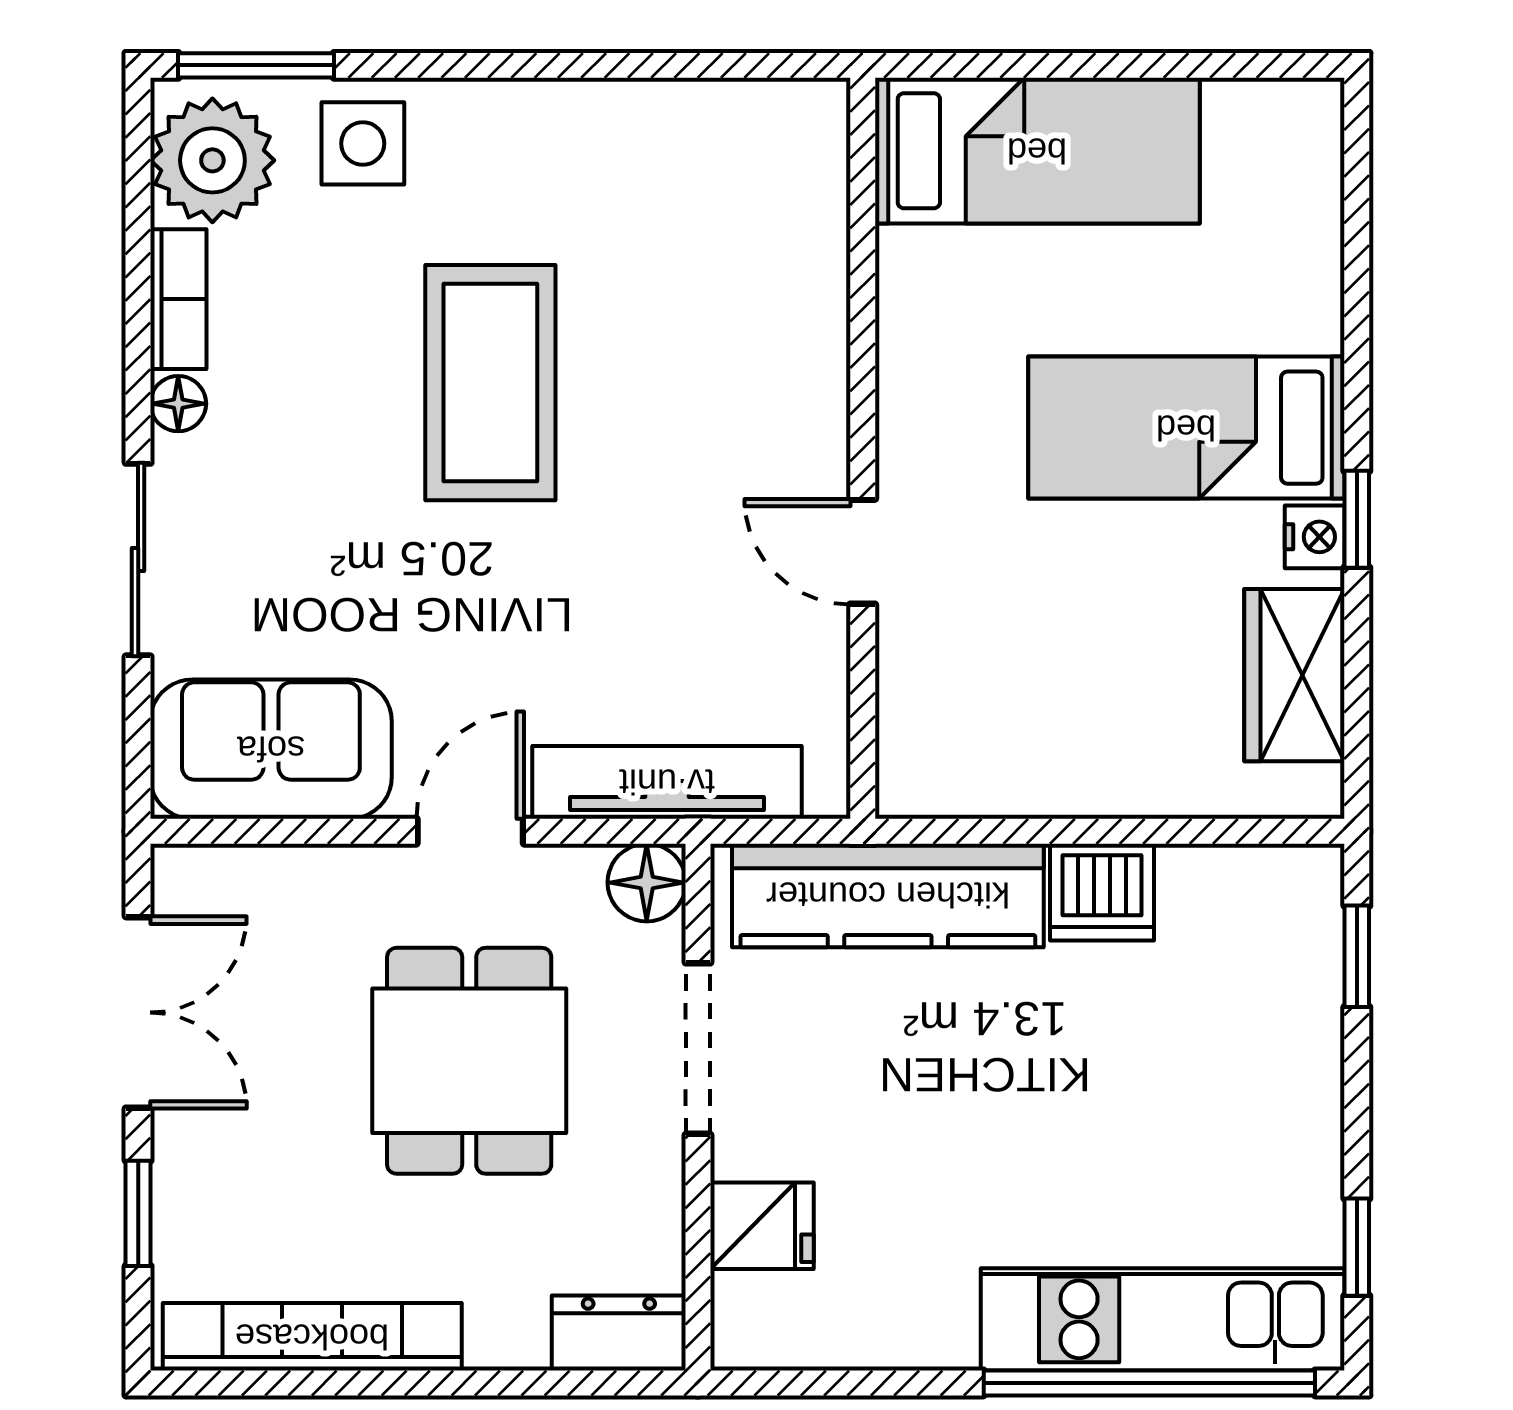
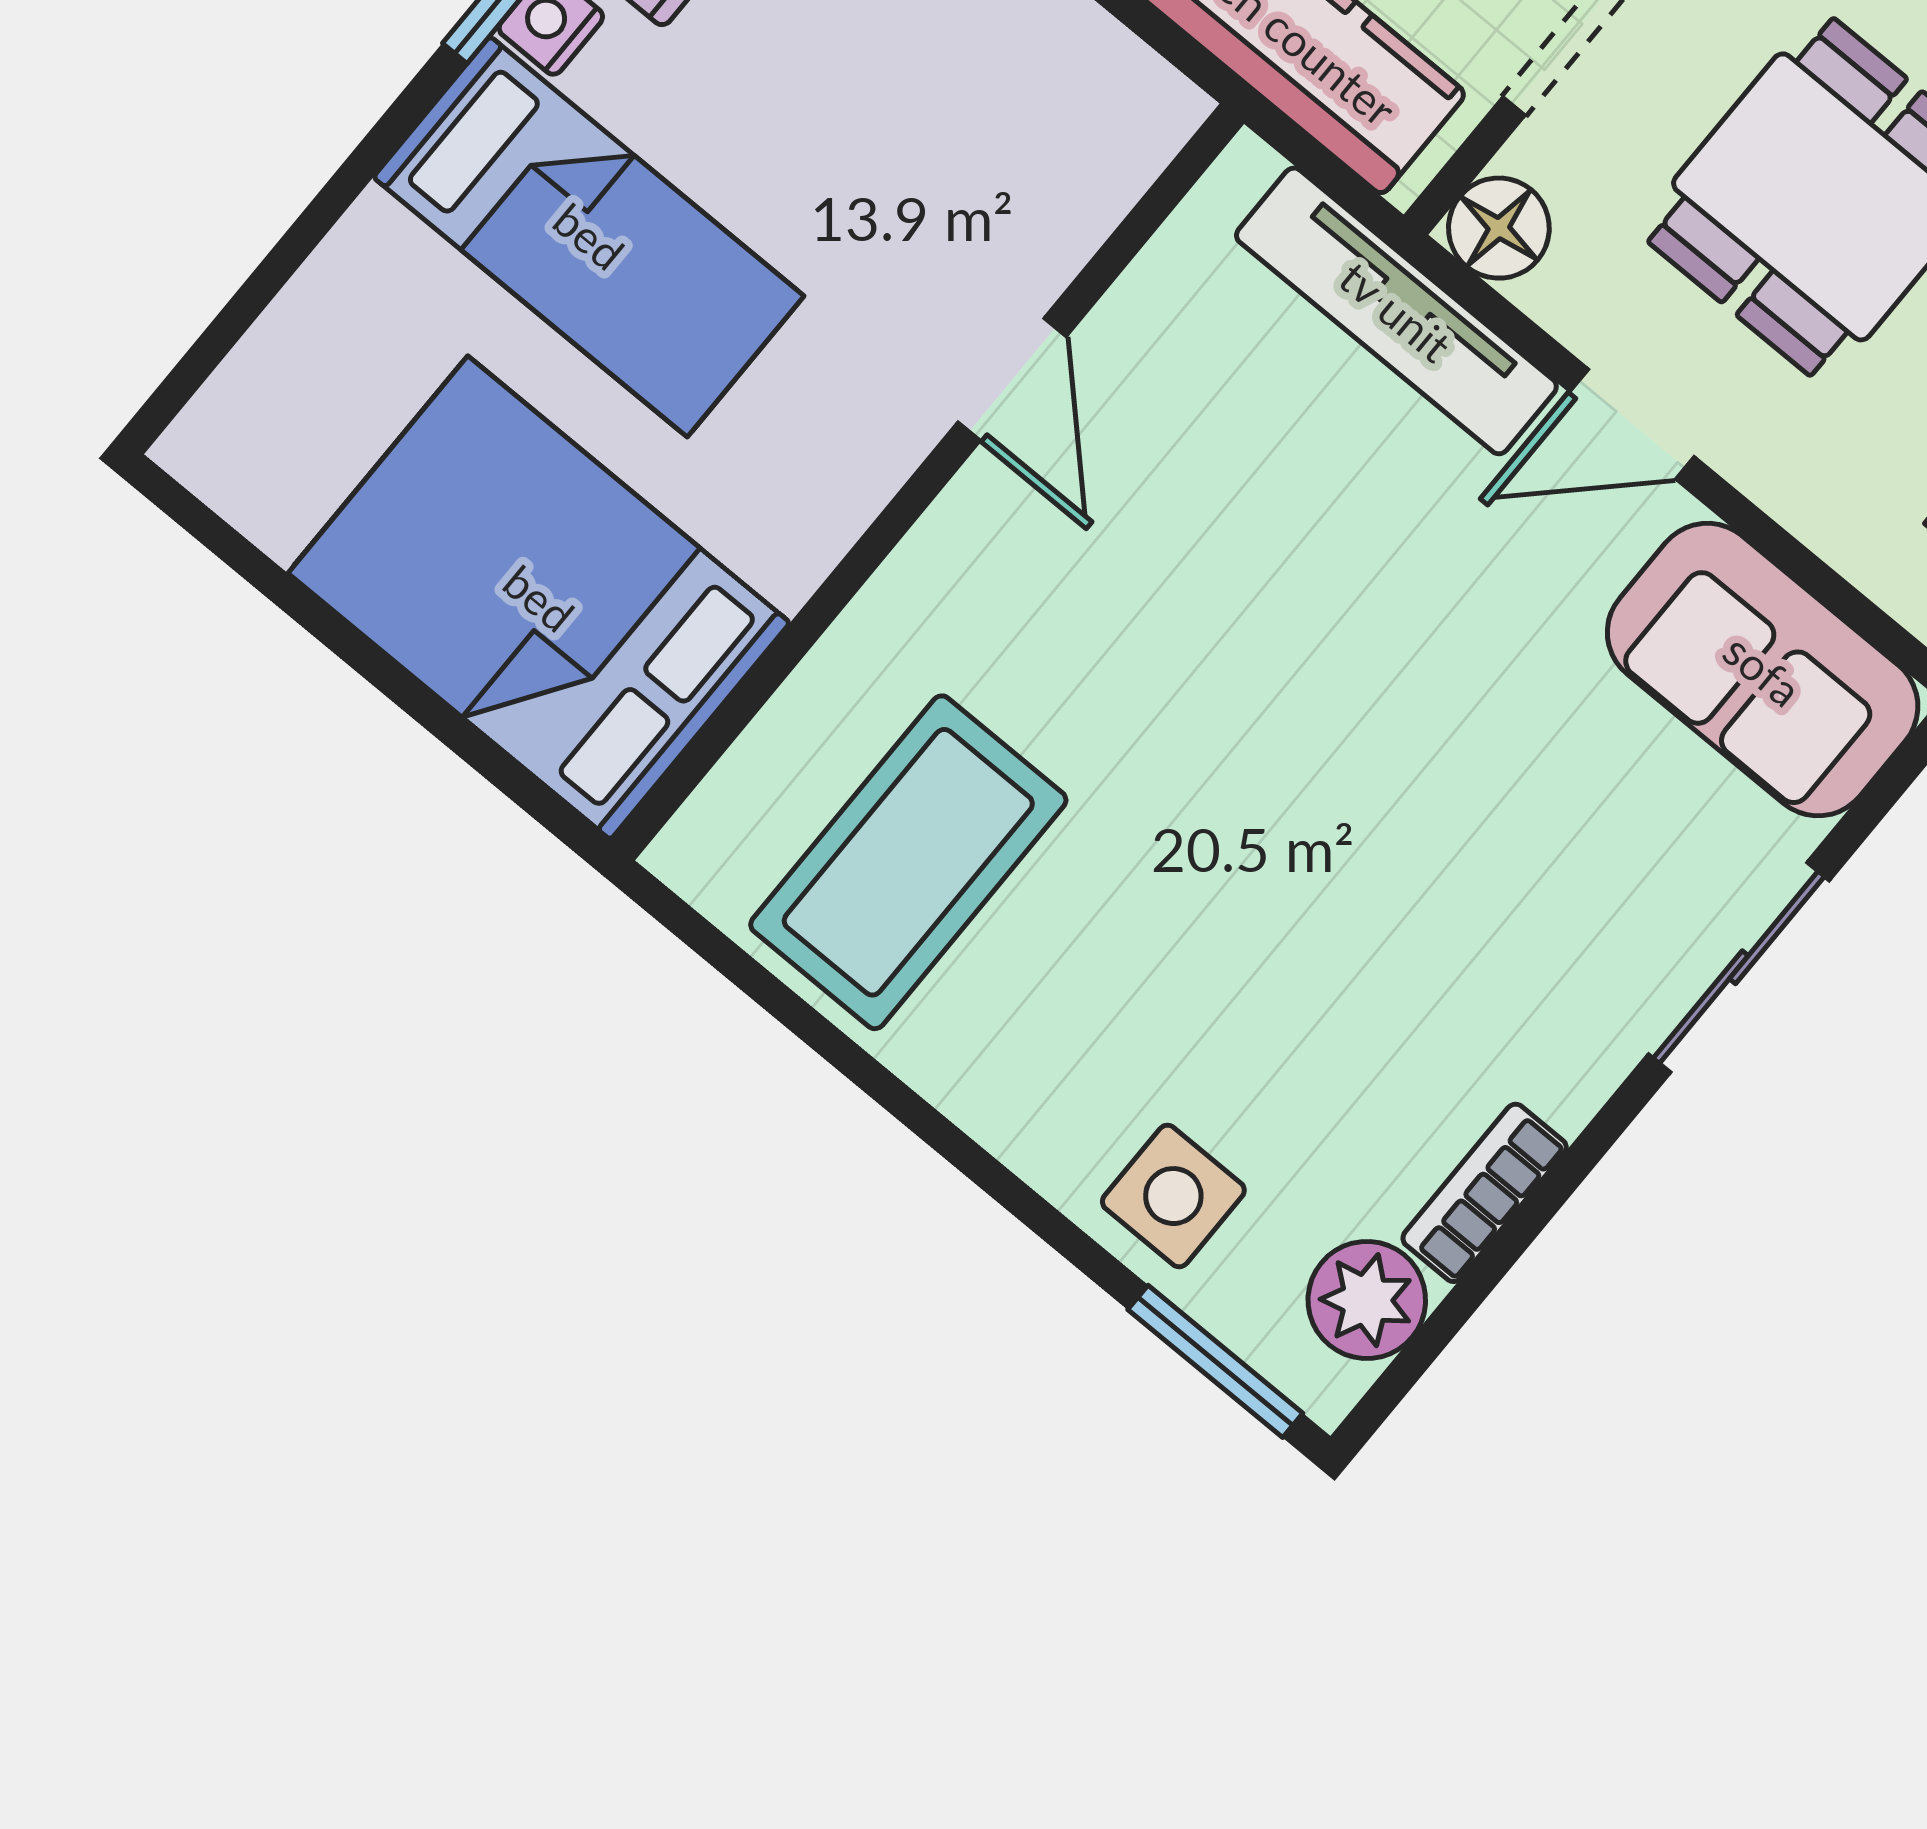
bed: (1037, 151) -> (539, 598), width x1.50
plant: (212, 160) -> (1367, 1300), width x0.73, depth x0.73
coffee table: (490, 383) -> (908, 862), moved
floor lamp: (178, 404) -> (1571, 1089), removed

